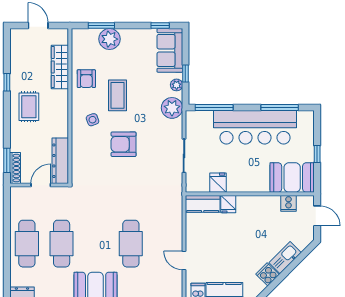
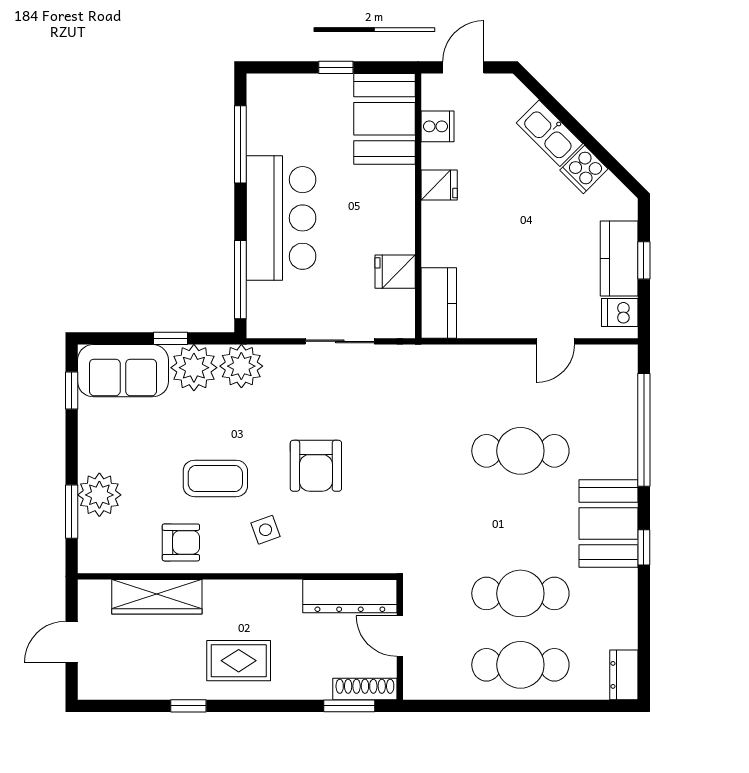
plant: (177, 85) -> (194, 368), width x1.88, depth x1.88
bar counter: (255, 127) -> (281, 218), width x0.73
fridge: (228, 204) -> (439, 185), moved

